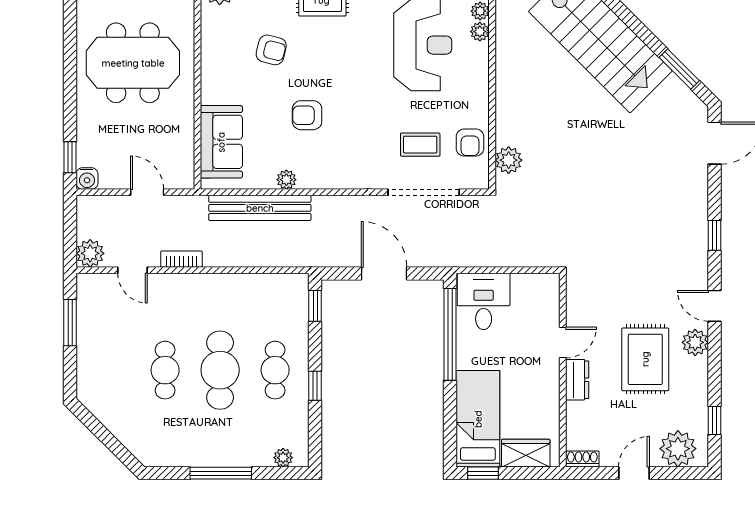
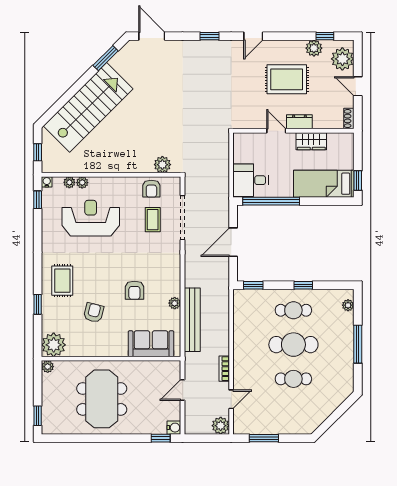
armchair: (470, 143) -> (151, 189), turned 90
plant: (695, 342) -> (314, 48), moved
wardrobe: (526, 453) -> (311, 141), moved, turned -90

